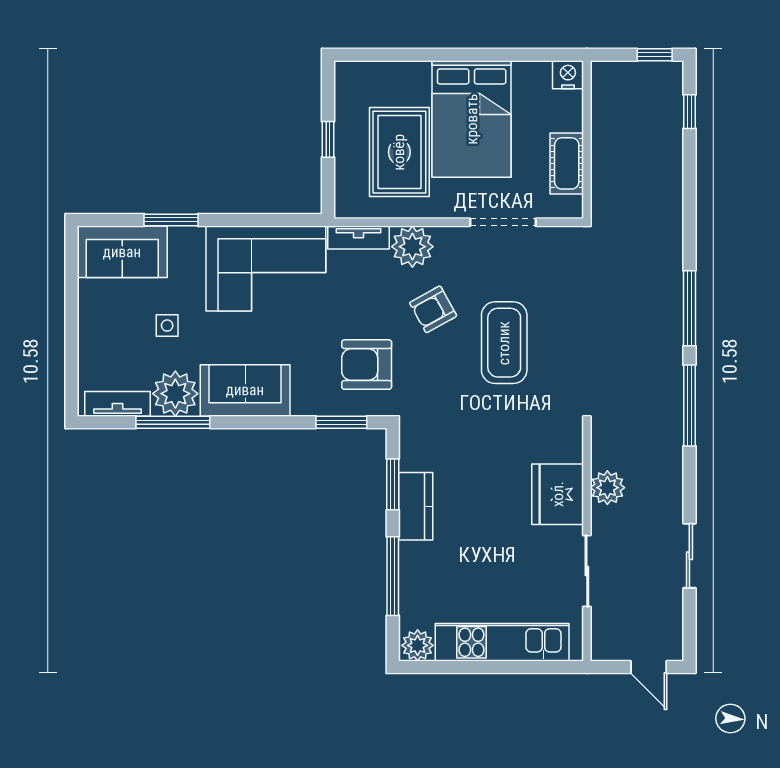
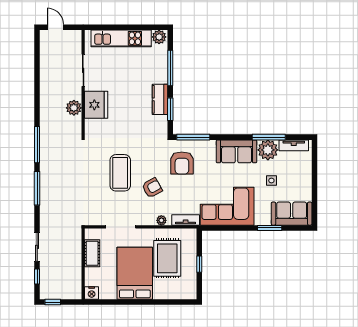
plant: (412, 247) -> (161, 220), width x0.53, depth x0.53
armchair: (367, 365) -> (182, 163), turned 90
window: (341, 422) -> (193, 137), width x1.44
sliding door: (689, 556) -> (37, 247), moved

